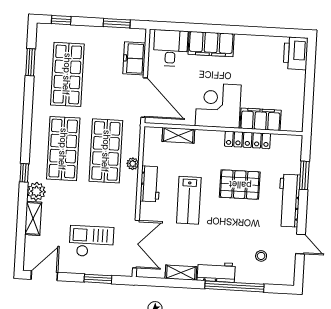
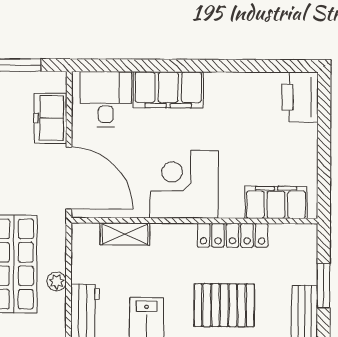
filing cabinet: (261, 119) -> (276, 202), moved

